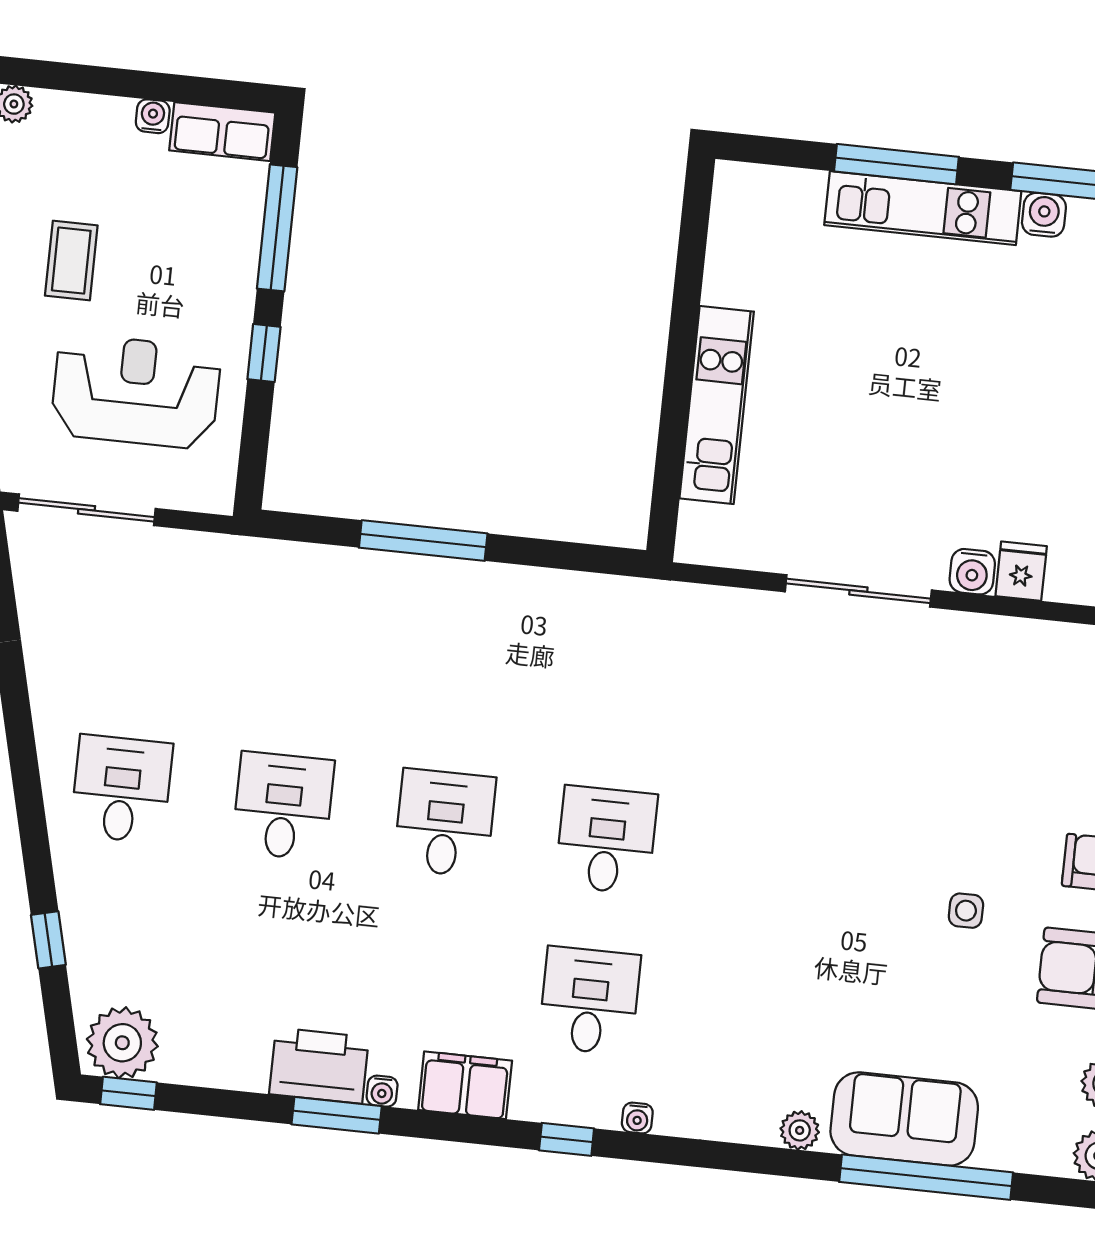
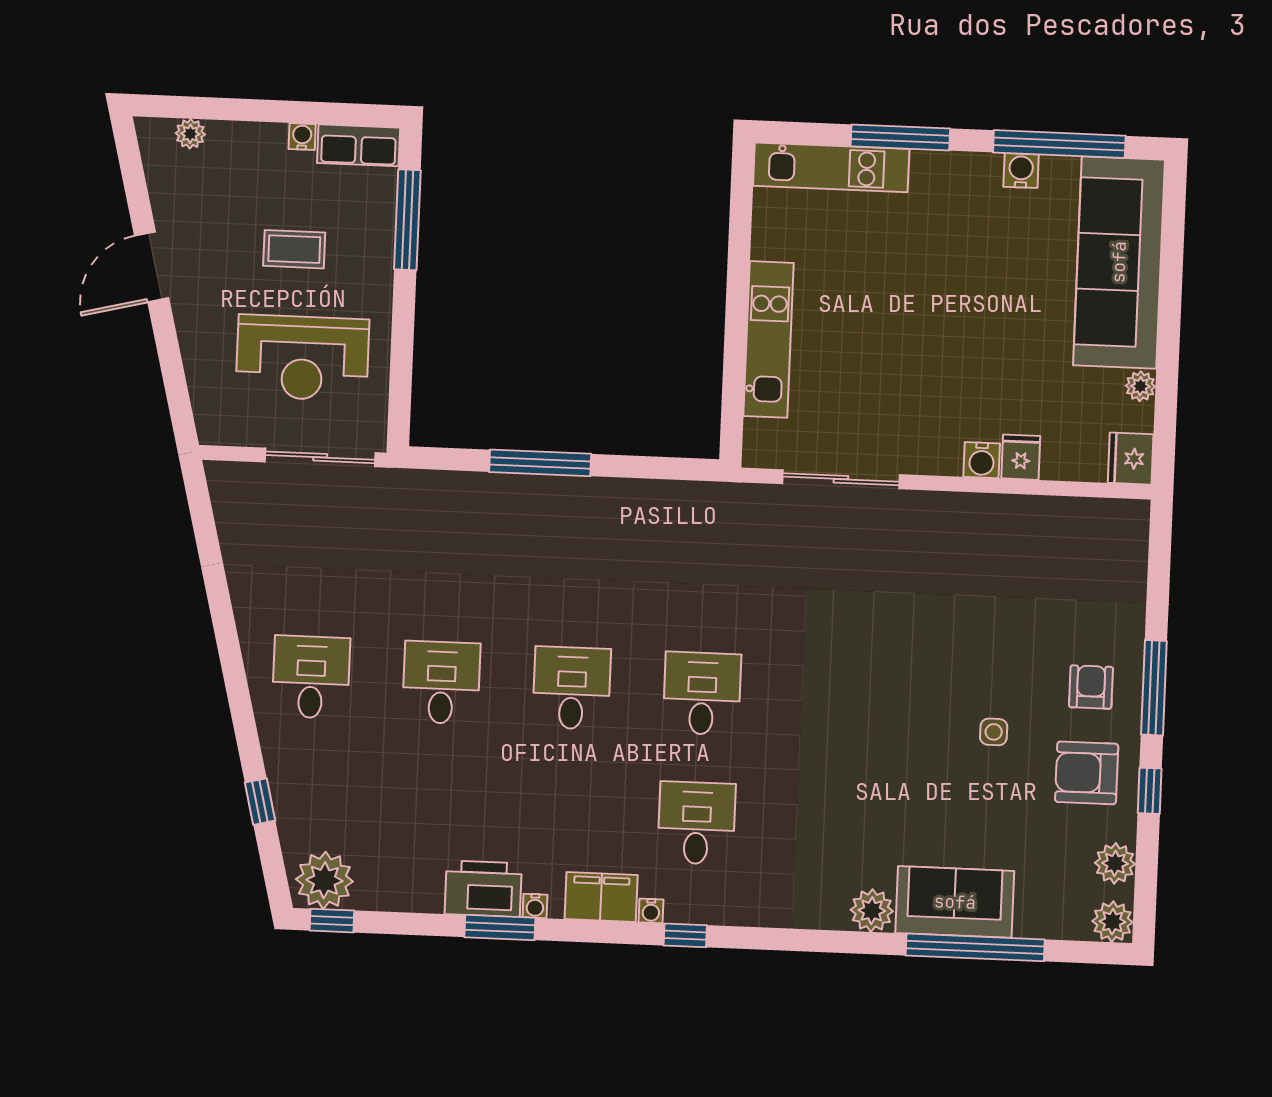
kitchen unit: (923, 208) -> (831, 167), moved
coffee table: (71, 261) -> (294, 249), moved, turned 90
window: (264, 353) -> (403, 321), removed
reception desk: (136, 391) -> (302, 358), turned 180
sliding door: (86, 510) -> (320, 457), moved
sliding door: (858, 591) -> (841, 479), moved
water cooler: (637, 1118) -> (651, 911), moved
plant: (800, 1130) -> (872, 911), width x1.38, depth x1.38

